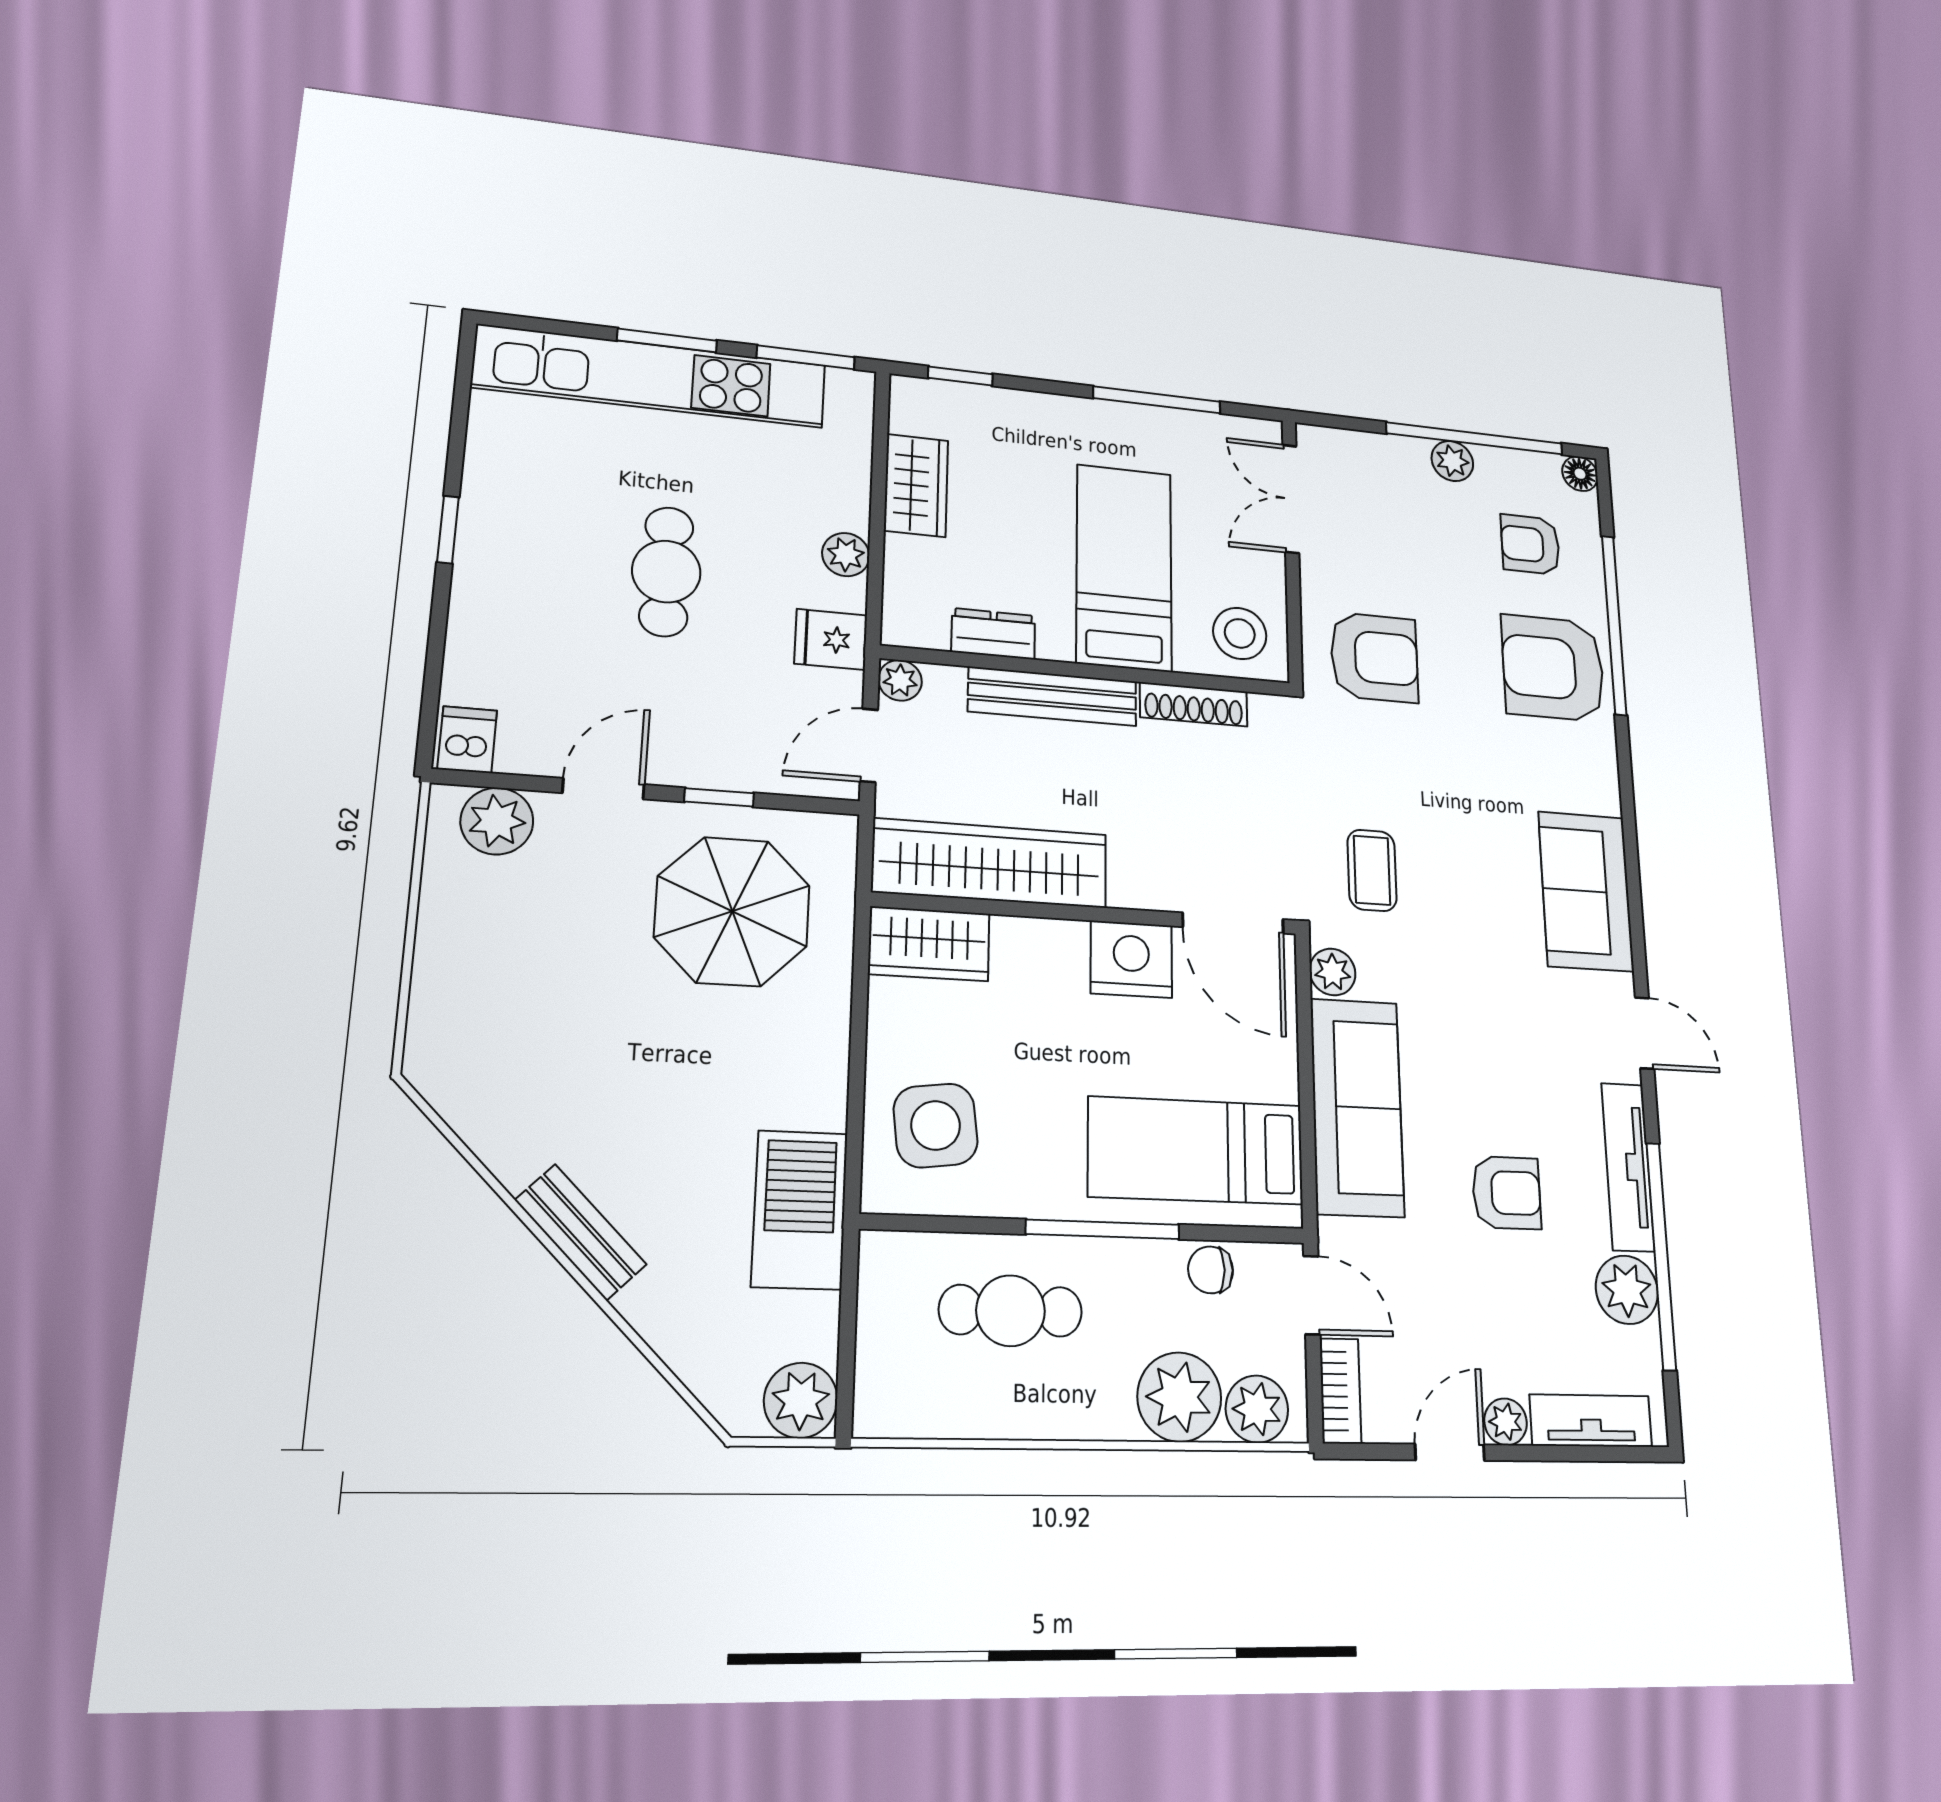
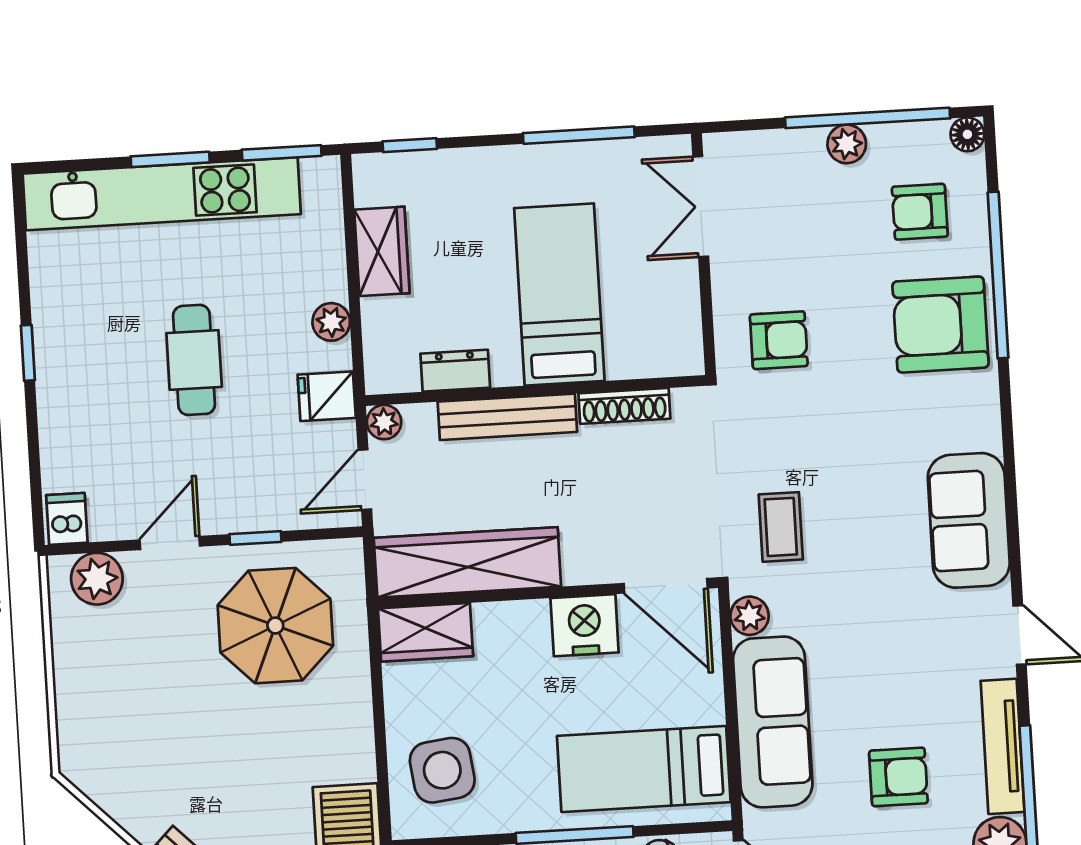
stool: (1240, 633) -> (661, 337), removed
armchair: (1374, 657) -> (779, 340), width x0.72, depth x0.72

